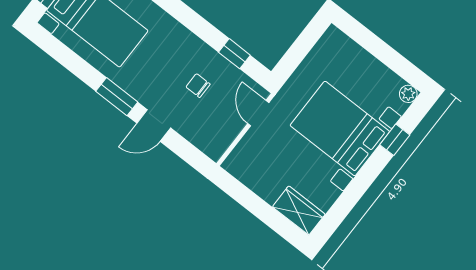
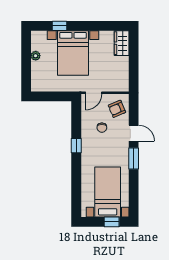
window: (234, 54) -> (76, 146), moved
plant: (408, 94) -> (36, 56), moved
armchair: (208, 129) -> (117, 109), added

